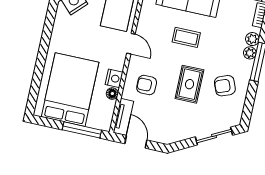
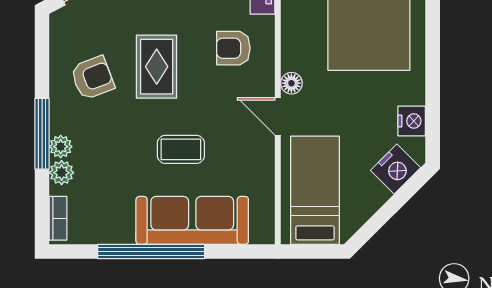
nightstand: (114, 78) -> (412, 121), moved, turned 180
armchair: (147, 85) -> (233, 48), turned 180
floor lamp: (112, 94) -> (291, 83), moved

